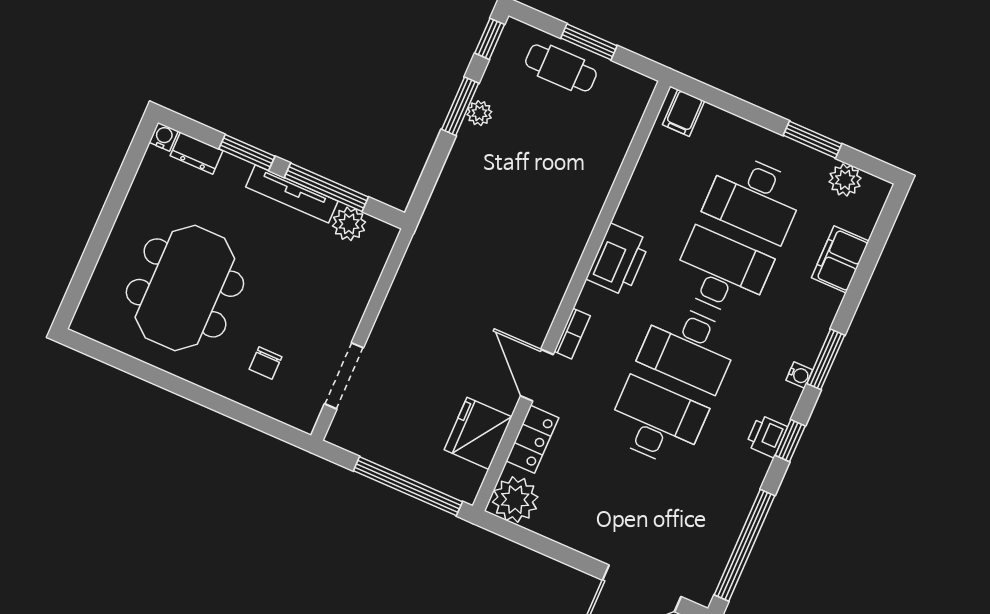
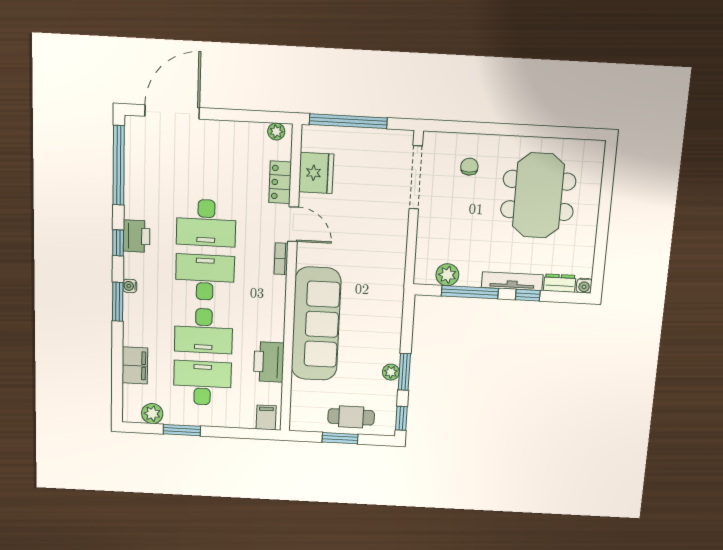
window: (247, 152) -> (528, 295), width x0.67
tv unit: (292, 194) -> (512, 281), moved
sofa: (559, 223) -> (316, 324), added
printer: (618, 260) -> (269, 362), moved
doorway: (344, 376) -> (416, 177), width x1.36
printer: (767, 436) -> (136, 236), width x1.36, depth x1.24
plant: (515, 500) -> (276, 131), width x0.53, depth x0.53

